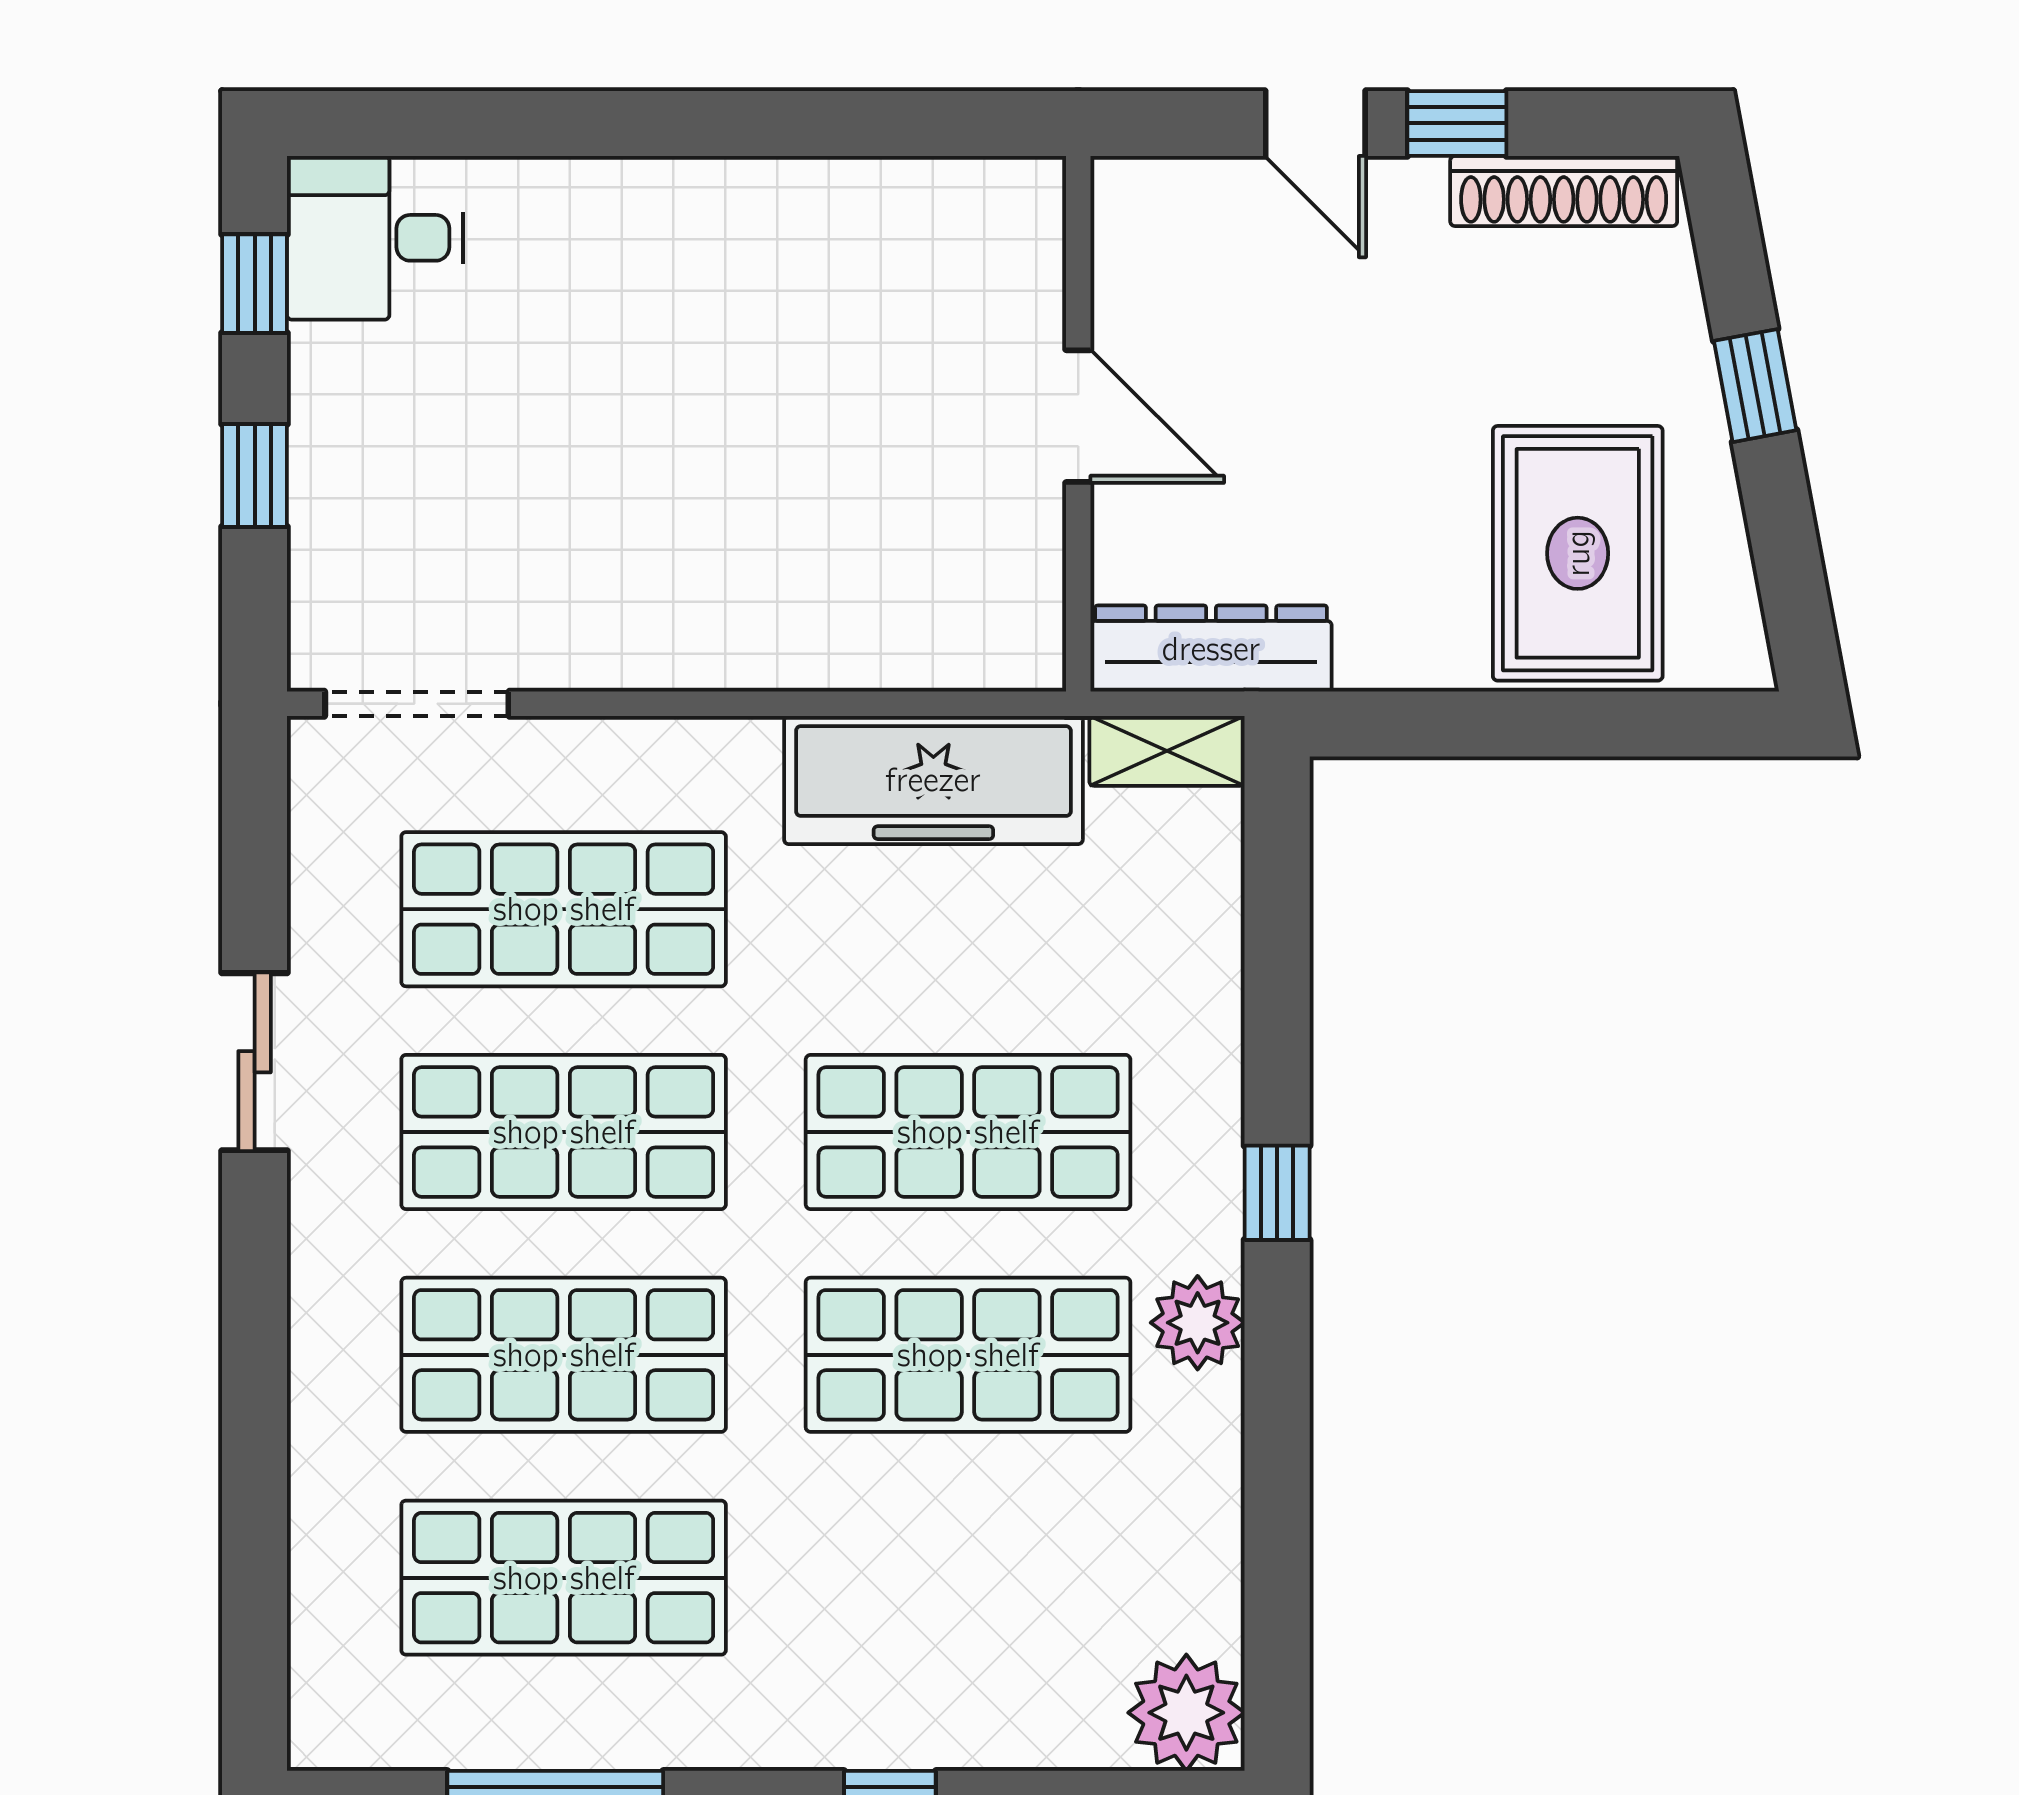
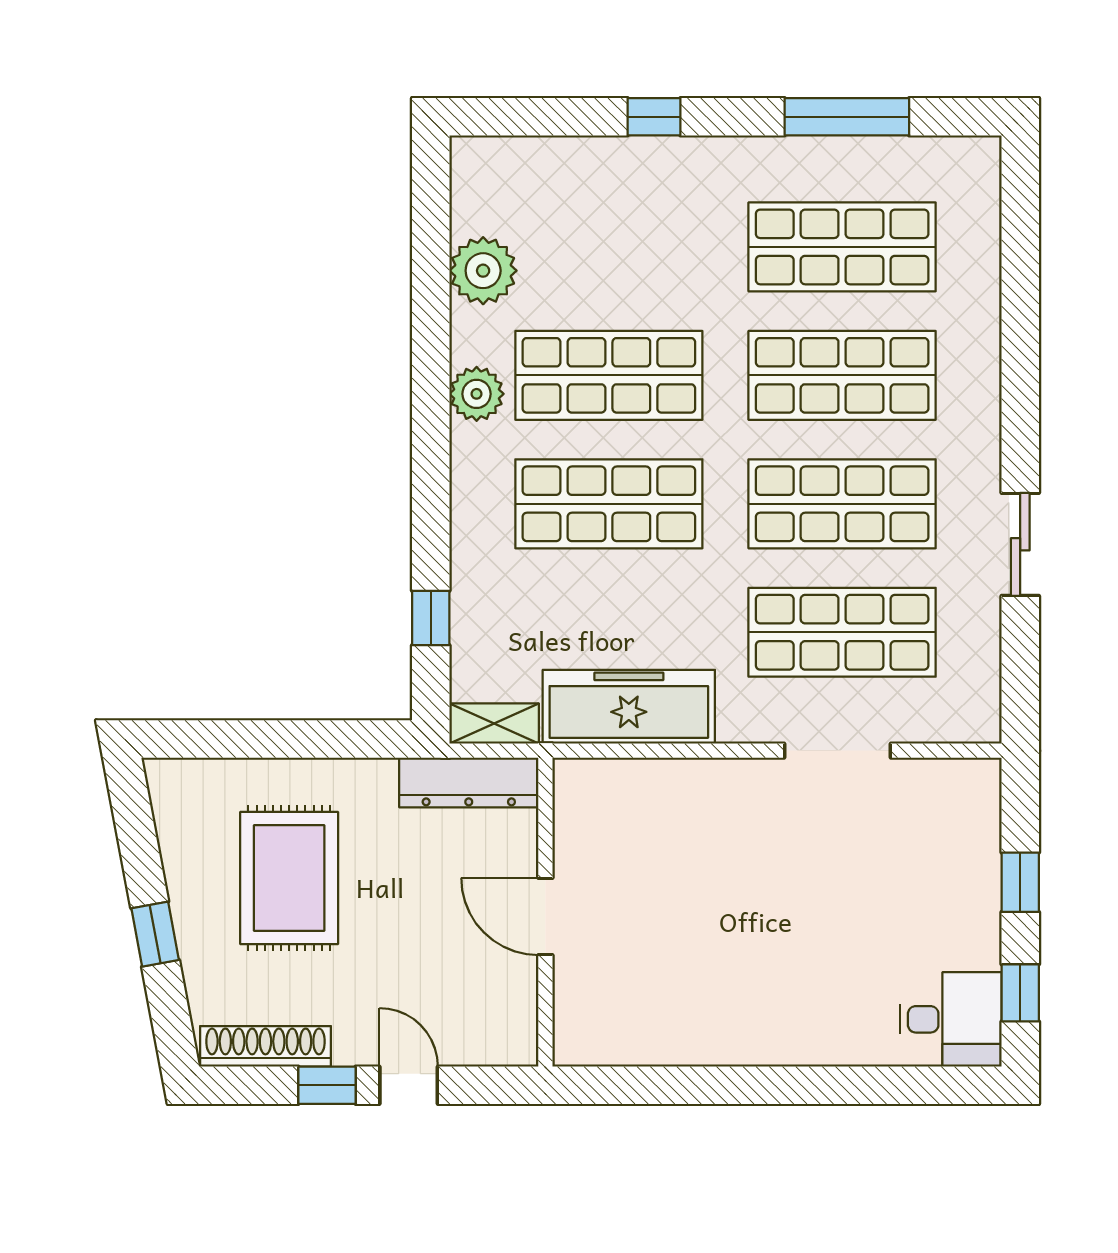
rug: (1578, 553) -> (289, 878), moved
doorway: (417, 704) -> (837, 751), moved
window: (1277, 1193) -> (431, 618), moved
plant: (1186, 1713) -> (483, 271), moved

